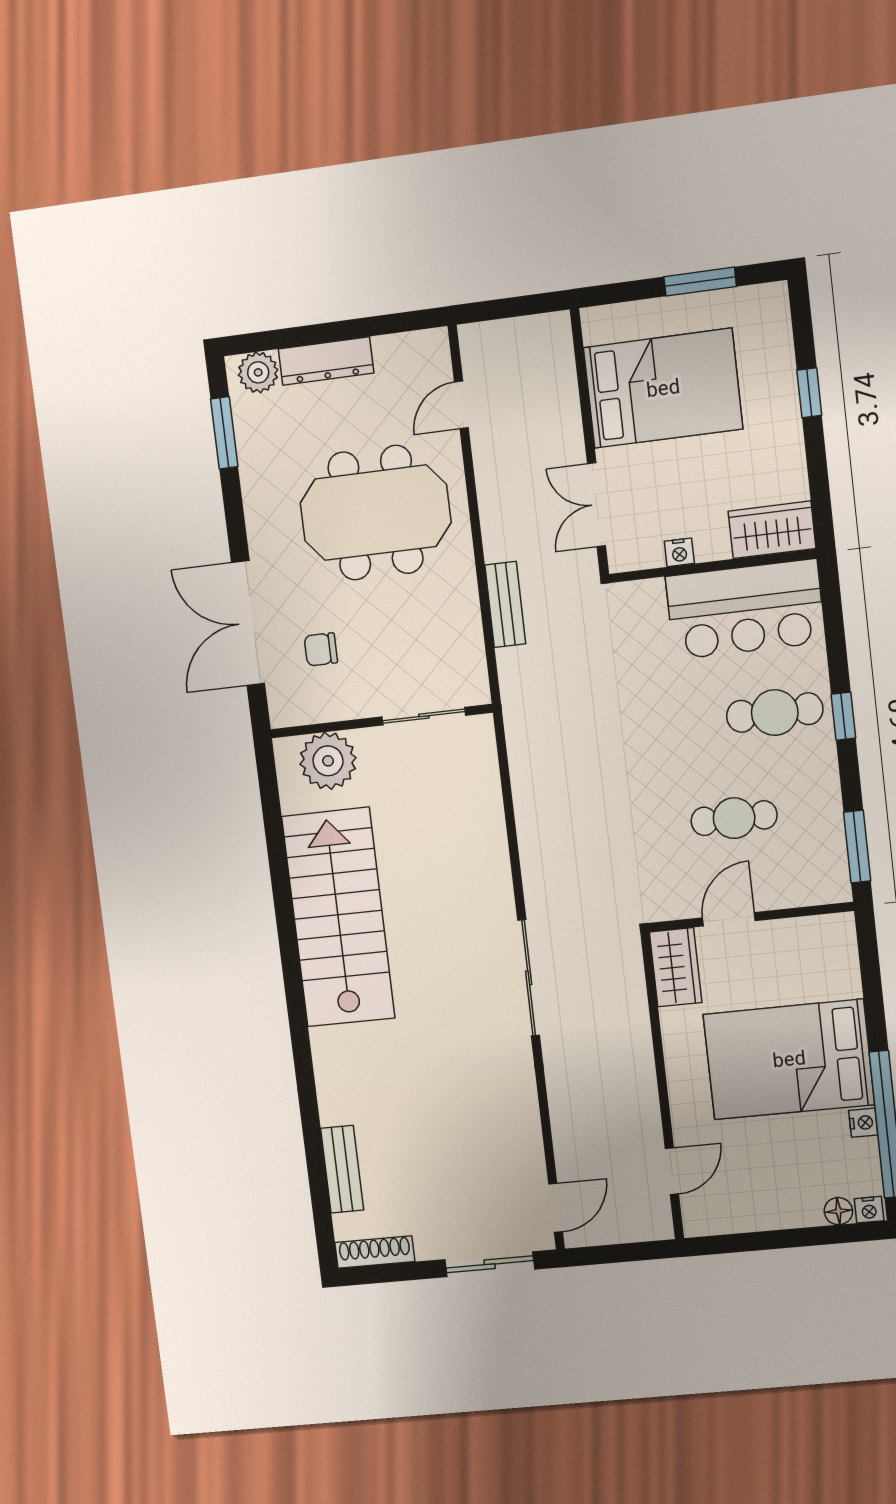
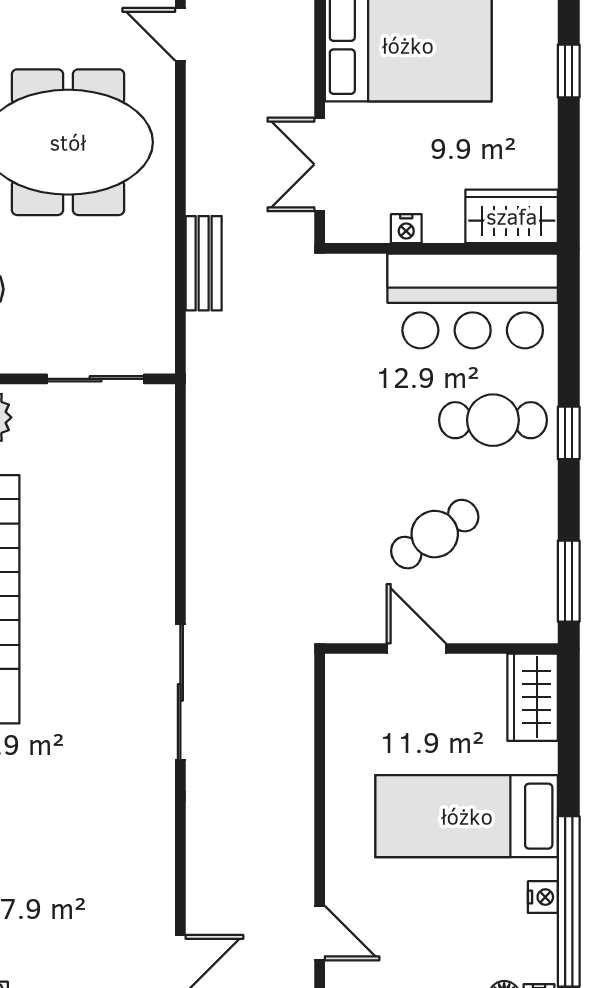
door: (461, 405) -> (180, 34), hinge flipped
cafe table: (734, 818) -> (435, 534), turned -33
door: (729, 919) -> (416, 648), hinge flipped
wardrobe: (676, 967) -> (533, 697), moved, turned 180
bed: (789, 1059) -> (467, 816), width x0.67
door: (672, 1171) -> (320, 933), hinge flipped

